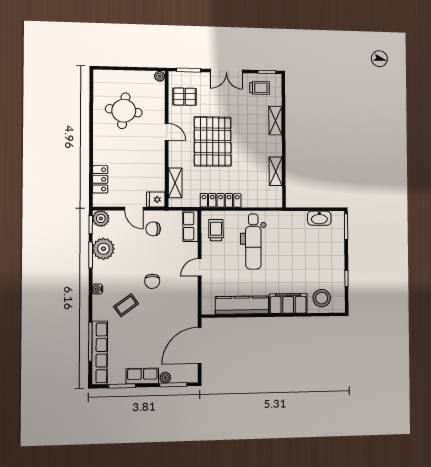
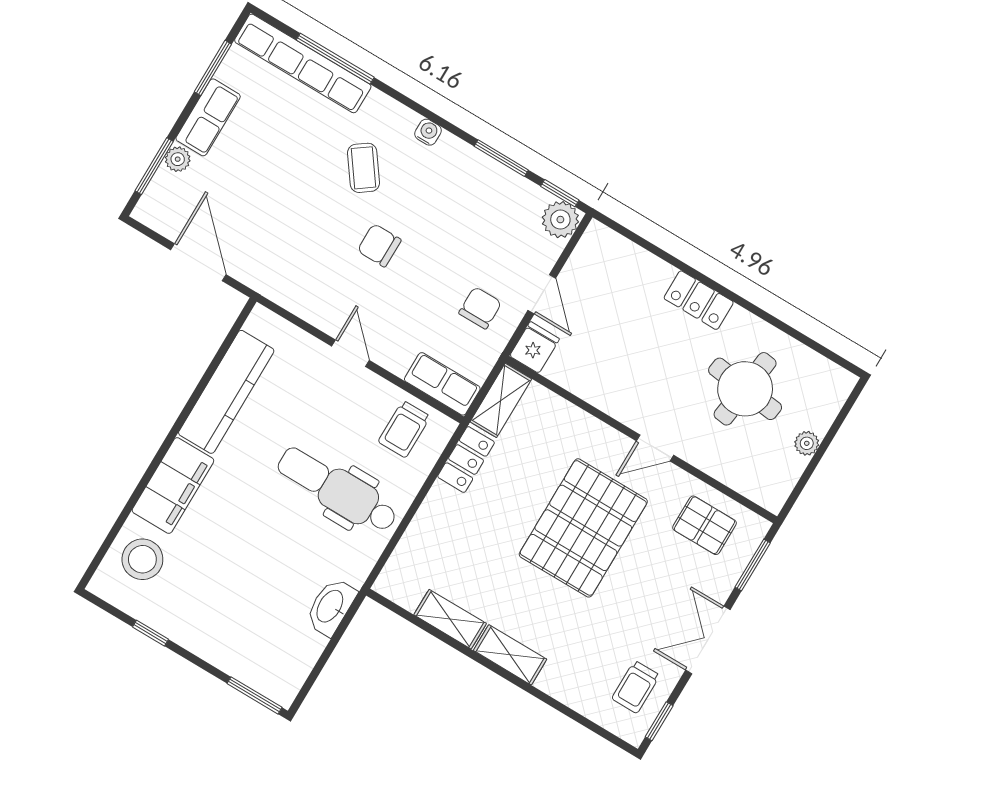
plant: (160, 76) -> (807, 443), moved
pallet: (185, 97) -> (705, 525), turned 90
shelving: (275, 121) -> (510, 655), moved
pallet: (213, 141) -> (583, 528), turned 90
locker: (100, 179) -> (699, 300), moved
shelving: (175, 183) -> (501, 400), moved, turned 90
locker: (221, 200) -> (466, 460), width x0.66
door: (134, 209) -> (542, 294), swing flipped
washbasin: (319, 218) -> (331, 607), moved
trolley: (216, 230) -> (404, 429), turned 90
plant: (103, 249) -> (499, 190), removed
door: (200, 345) -> (198, 262), width x0.73

